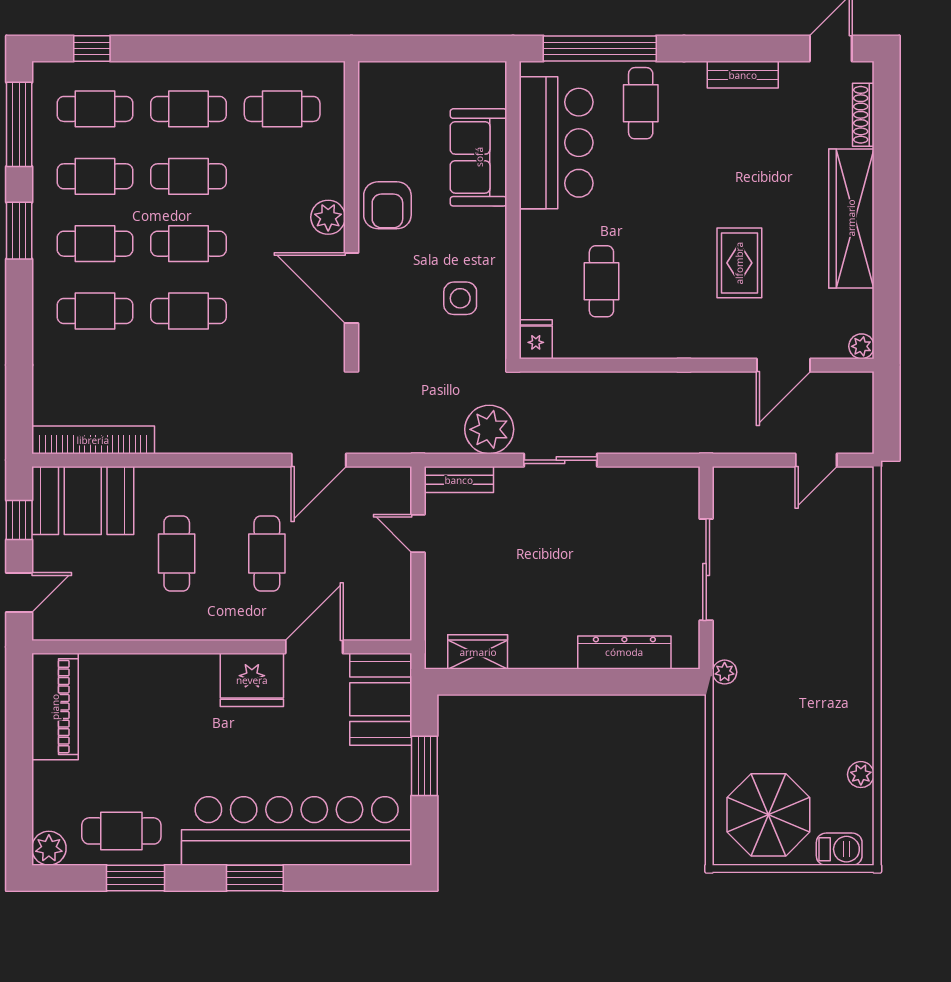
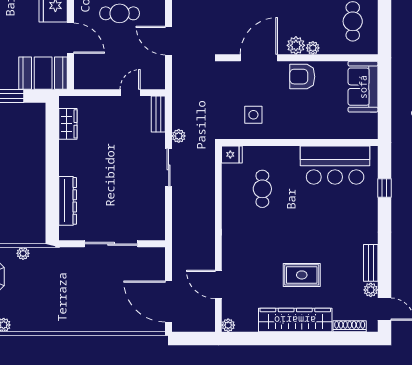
window: (600, 49) -> (384, 188), width x0.32
plant: (794, 75) -> (371, 290), added
cafe table: (641, 103) -> (356, 209), removed
sofa: (479, 157) -> (363, 87), moved, turned -90
plant: (333, 185) -> (313, 48), added
rug: (739, 263) -> (302, 275), moved
cafe table: (601, 281) -> (262, 189), turned 90
plant: (489, 429) -> (179, 136), width x0.53, depth x0.53
door: (816, 460) -> (169, 301), width x1.88
plant: (725, 672) -> (23, 253), moved

